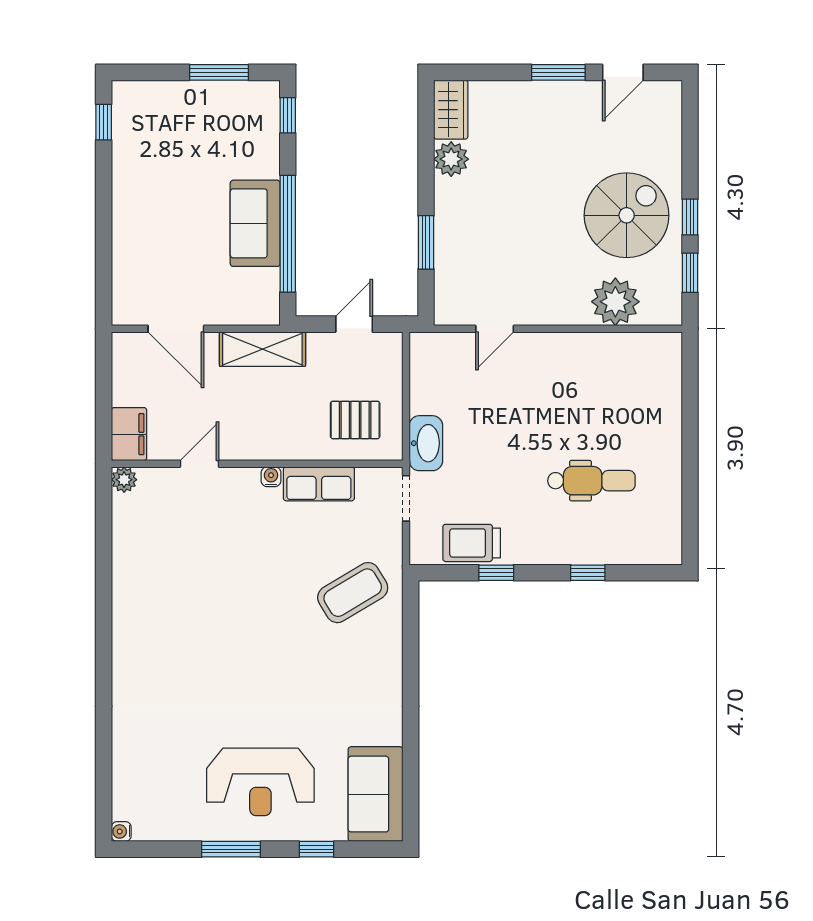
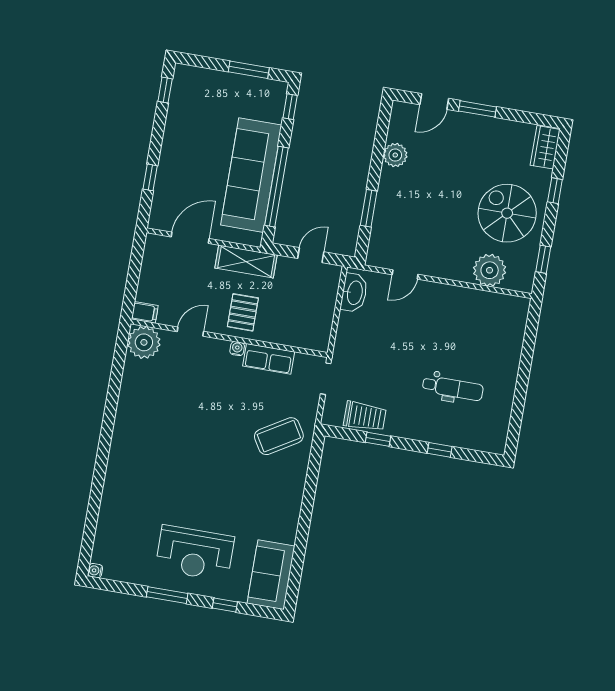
door: (623, 72) -> (434, 101), moved
wardrobe: (451, 110) -> (545, 147), moved, turned 180
spiral stairs: (627, 215) -> (507, 213), turned -90
window: (690, 217) -> (555, 191), moved
sofa: (255, 223) -> (251, 175), width x1.85, depth x1.27
window: (104, 252) -> (150, 177), added
door: (176, 329) -> (190, 238), swing flipped
pallet: (355, 420) -> (243, 312), moved, turned 90
filing cabinet: (129, 434) -> (145, 312), width x0.50
washbasin: (426, 443) -> (354, 293), moved
plant: (124, 480) -> (144, 342), width x1.87, depth x1.87
trolley: (472, 543) -> (365, 416), turned 180

